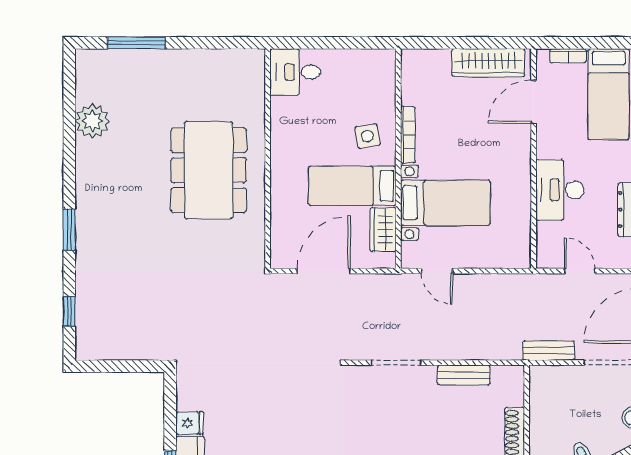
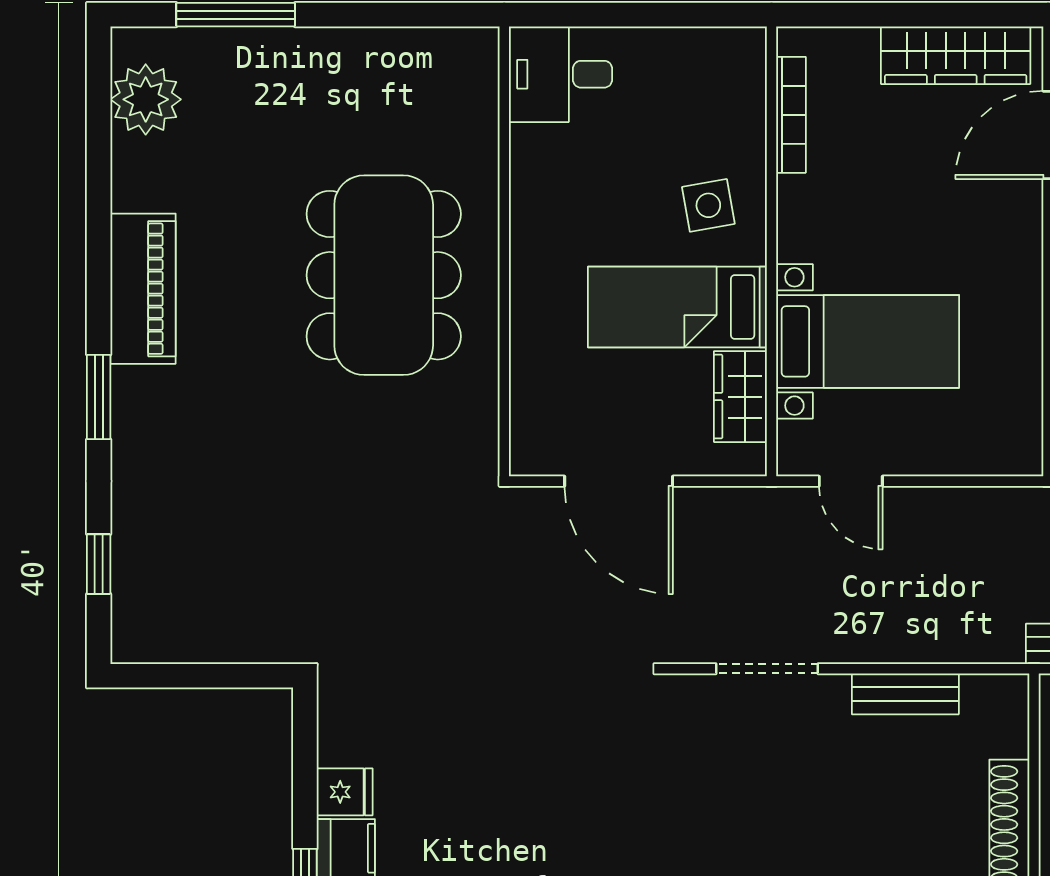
plant: (92, 121) -> (146, 99), moved
bookcase: (408, 135) -> (791, 115), moved
piano: (91, 177) -> (143, 289), added
door: (324, 271) -> (619, 481), swing flipped

